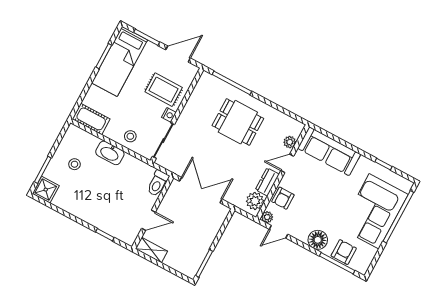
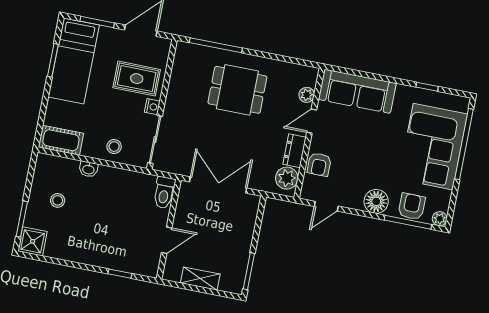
washbasin: (110, 153) -> (88, 169), width x0.52, depth x0.69
plant: (267, 217) -> (440, 219), moved
shelving: (151, 250) -> (200, 279), moved

